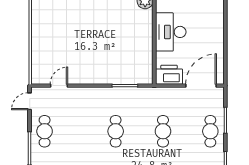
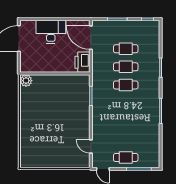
desk: (171, 32) -> (51, 32), moved, turned 180
cafe table: (116, 131) -> (126, 85), moved
cafe table: (210, 131) -> (126, 49), moved

